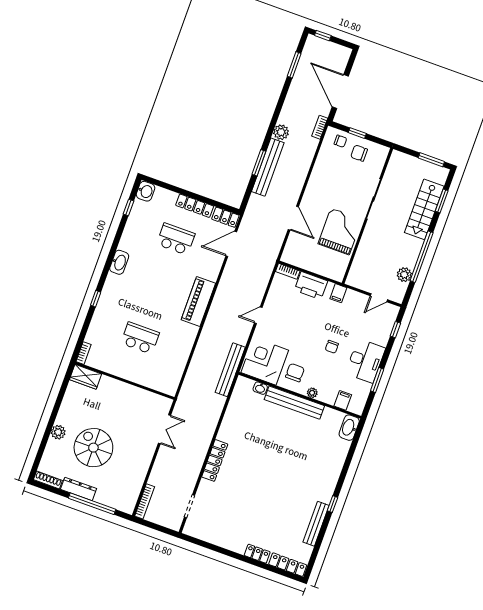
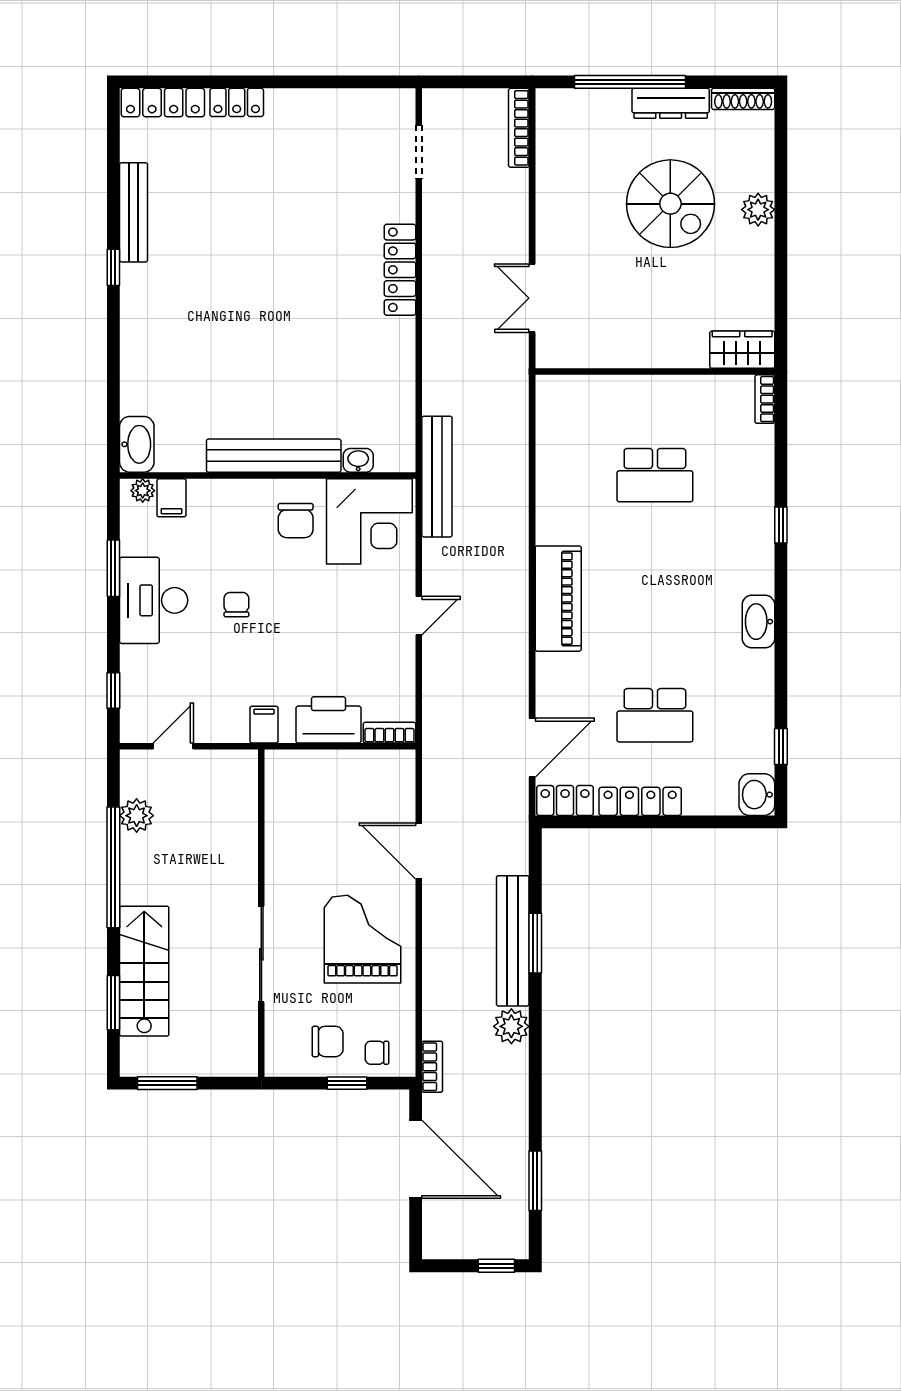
grand piano: (340, 231) -> (363, 939), moved, turned 180
plant: (312, 393) -> (143, 491), moved

